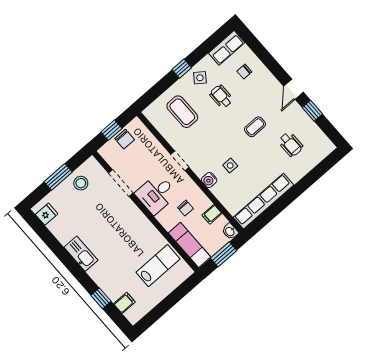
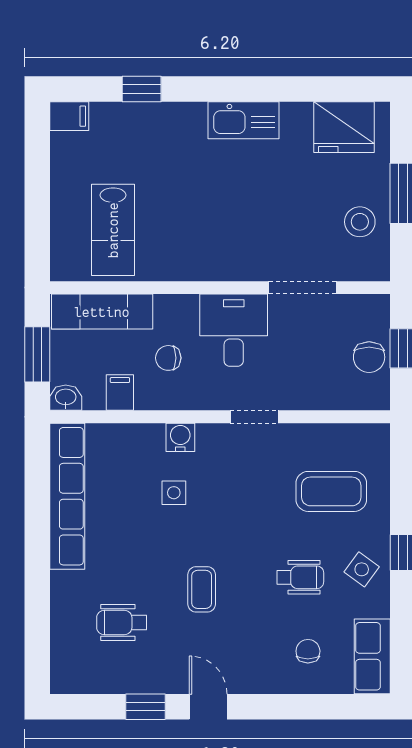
chair: (125, 139) -> (369, 357), turned -90
fridge: (47, 214) -> (344, 127), width x1.88, depth x1.34
filing cabinet: (124, 303) -> (69, 116), moved, turned -90

